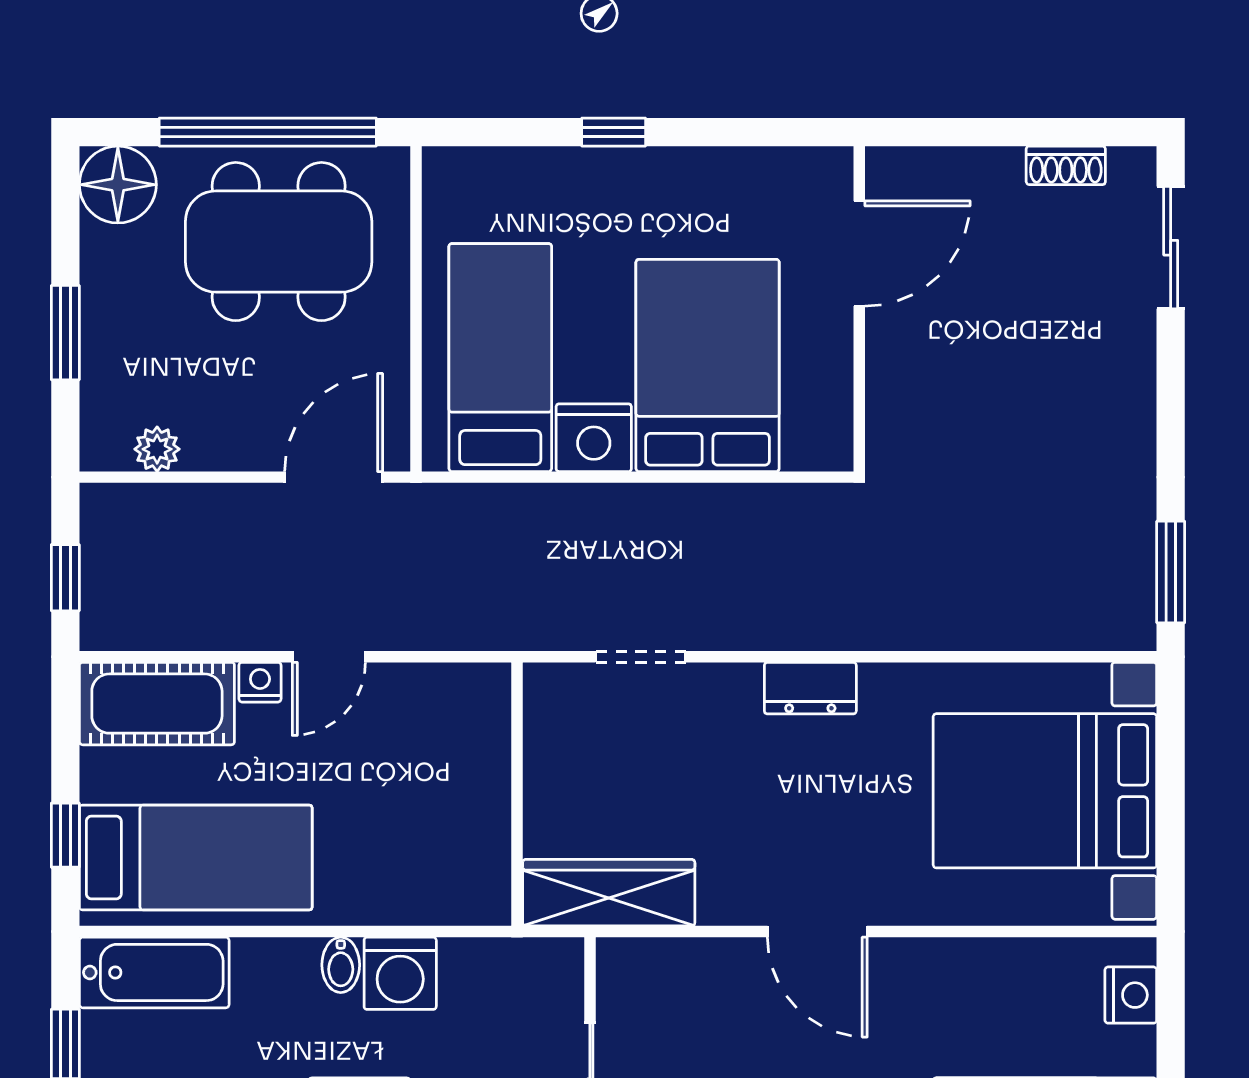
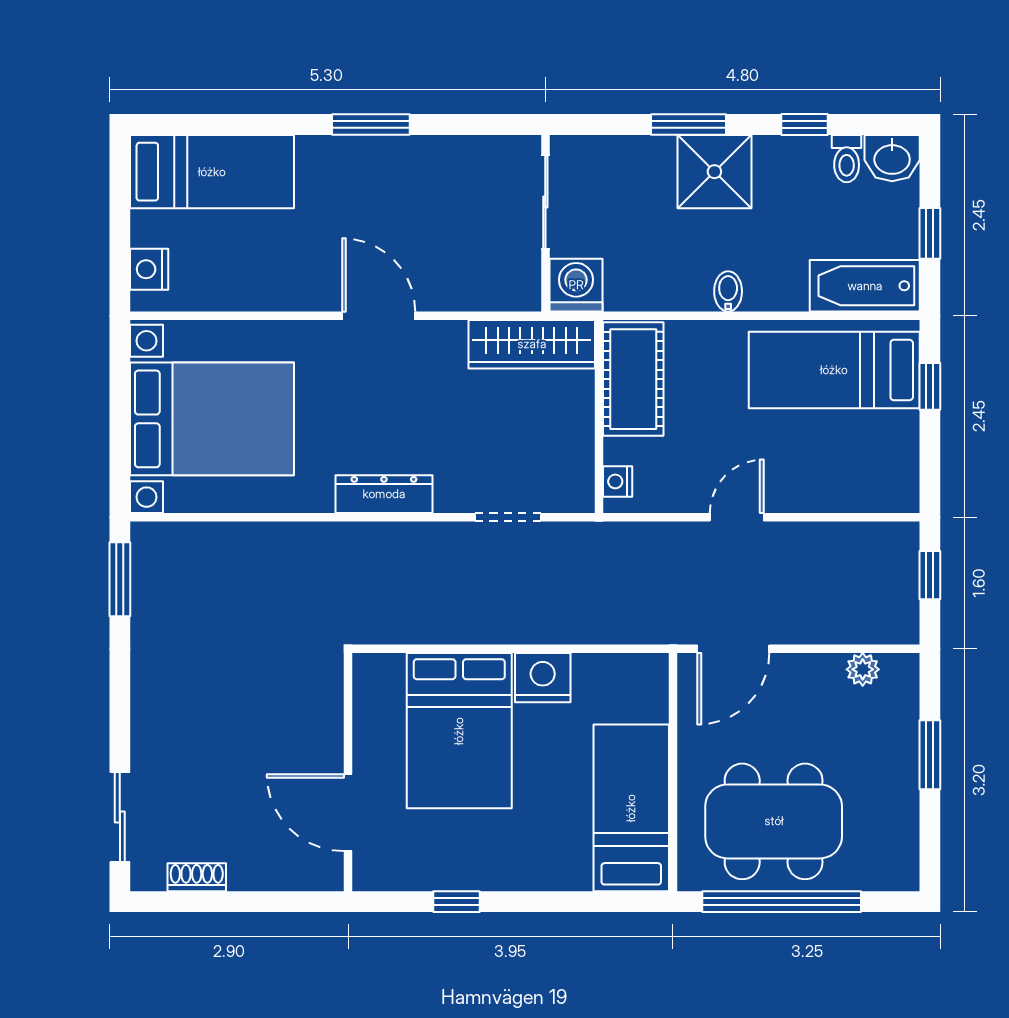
window: (614, 132) -> (457, 902), moved
floor lamp: (118, 185) -> (891, 863), removed
door: (859, 253) -> (348, 813), hinge flipped
bed: (500, 358) -> (631, 808), moved, turned 180
nightstand: (260, 682) -> (618, 481), moved, turned 90
dresser: (810, 688) -> (384, 494), width x1.44
cot: (157, 704) -> (633, 379), moved, turned 90
washing machine: (400, 973) -> (576, 285), moved

